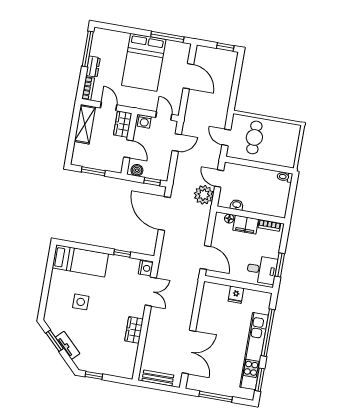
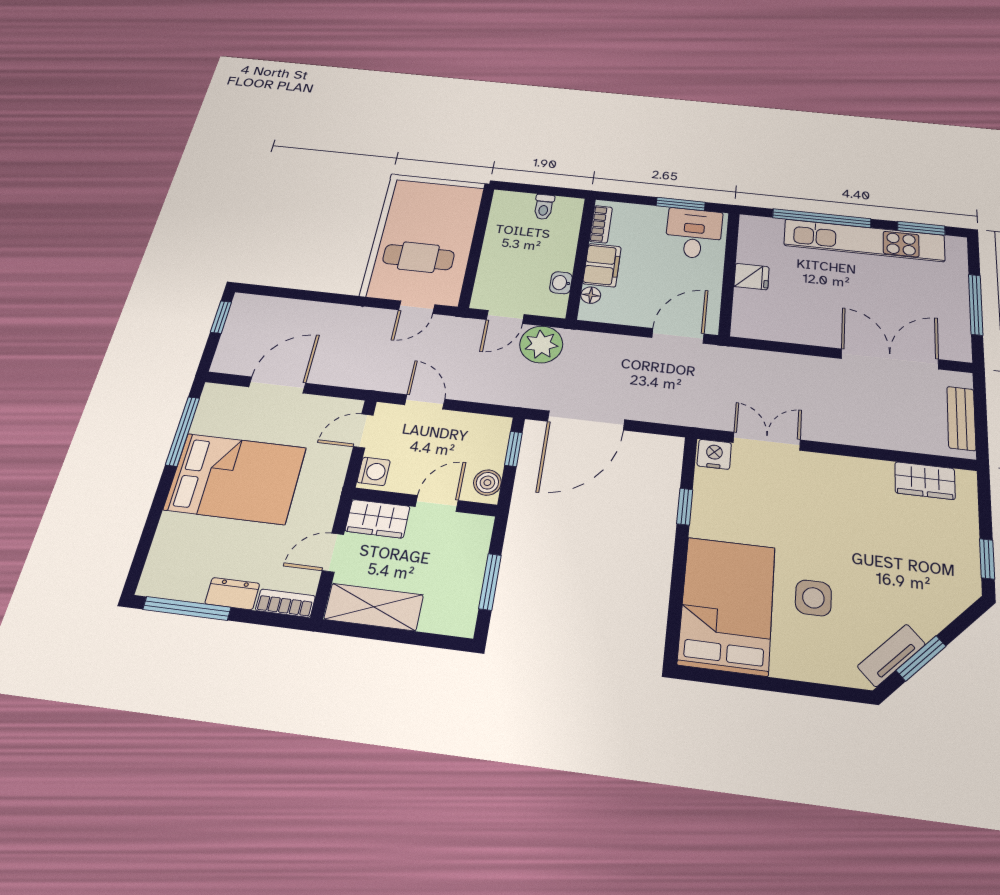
toilet: (285, 177) -> (544, 207), moved
bed: (80, 261) -> (727, 605), width x1.50
wardrobe: (134, 330) -> (925, 481), moved
tv unit: (68, 345) -> (891, 655), moved

